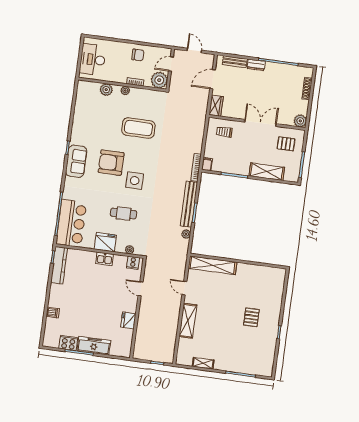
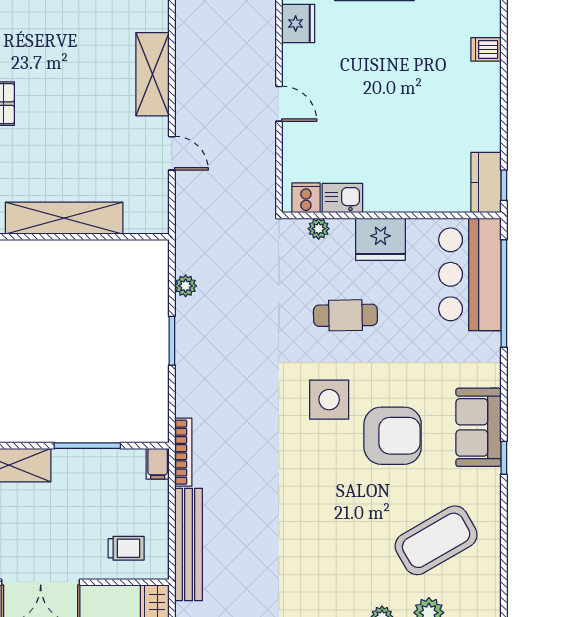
coffee table: (138, 128) -> (436, 540), moved, turned -30
bench: (189, 204) -> (189, 544), moved
kitchen sink: (104, 259) -> (342, 198), moved
kitchen counter: (59, 265) -> (486, 182), width x0.67
shelving: (213, 265) -> (64, 218), moved
door: (141, 289) -> (279, 104), moved
fridge: (128, 320) -> (298, 23), moved

